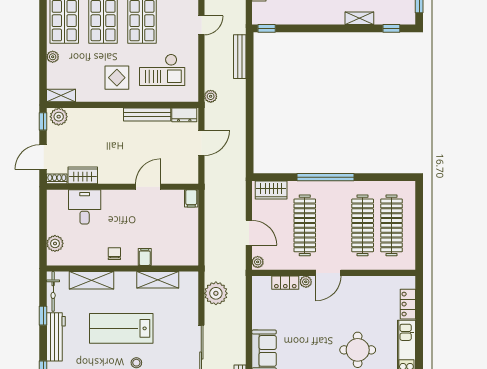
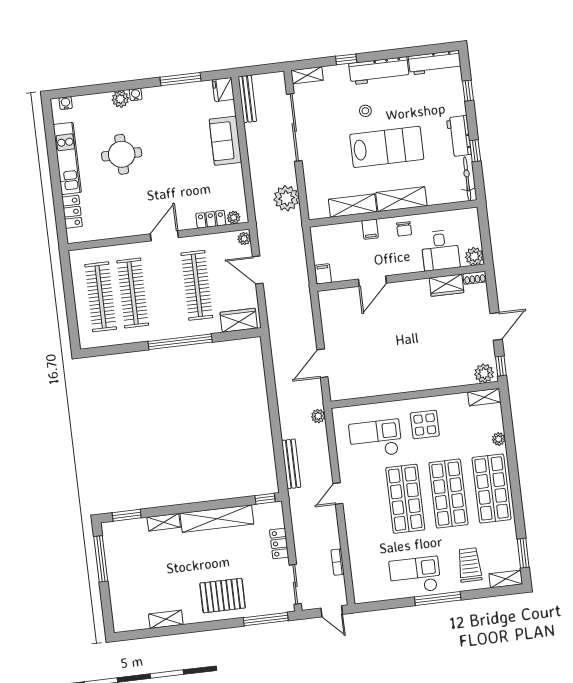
shelving: (312, 16) -> (217, 519), added
window: (391, 28) -> (127, 515), width x1.50
bench: (147, 115) -> (386, 387), removed
dresser: (184, 115) -> (345, 392), removed
wardrobe: (83, 175) -> (446, 285), moved
shoe rack: (57, 179) -> (475, 278), moved
wall: (123, 187) -> (401, 278), moved
door: (148, 187) -> (372, 281), moved
filing cabinet: (191, 198) -> (323, 274), moved
desk: (85, 207) -> (440, 250), moved
plant: (55, 243) -> (474, 256), moved
shelving: (92, 280) -> (401, 199), moved
plant: (306, 282) -> (234, 217), moved
workbench: (56, 337) -> (459, 136), width x0.73

